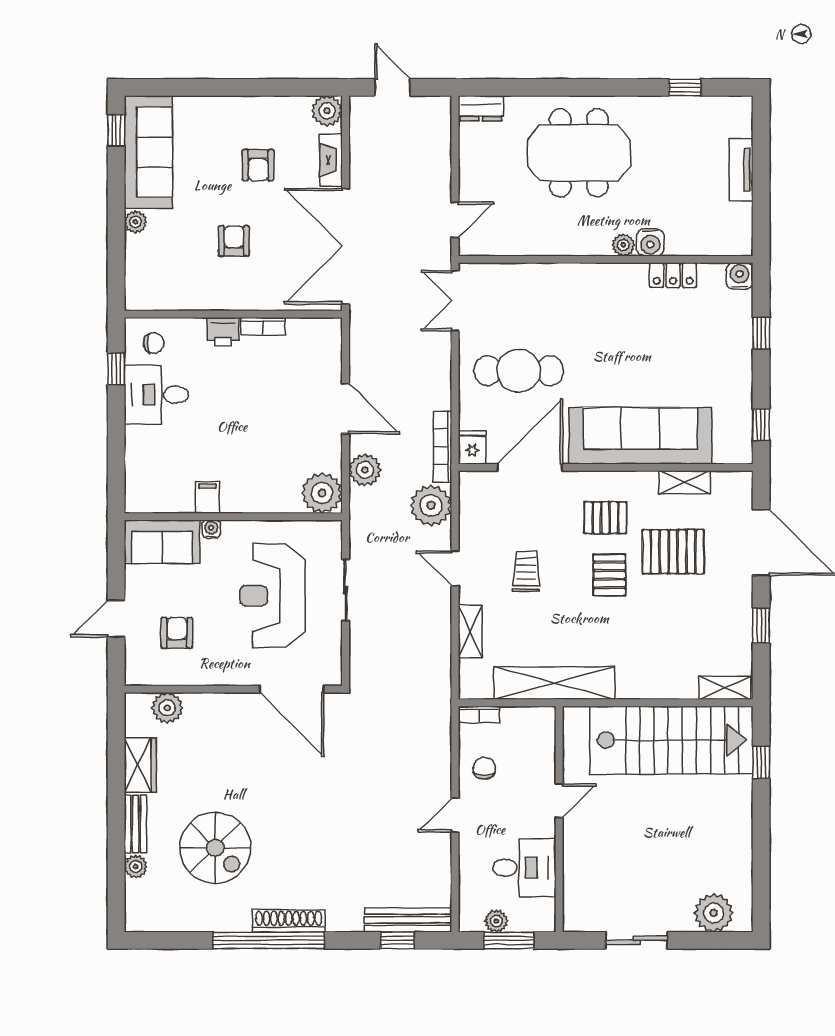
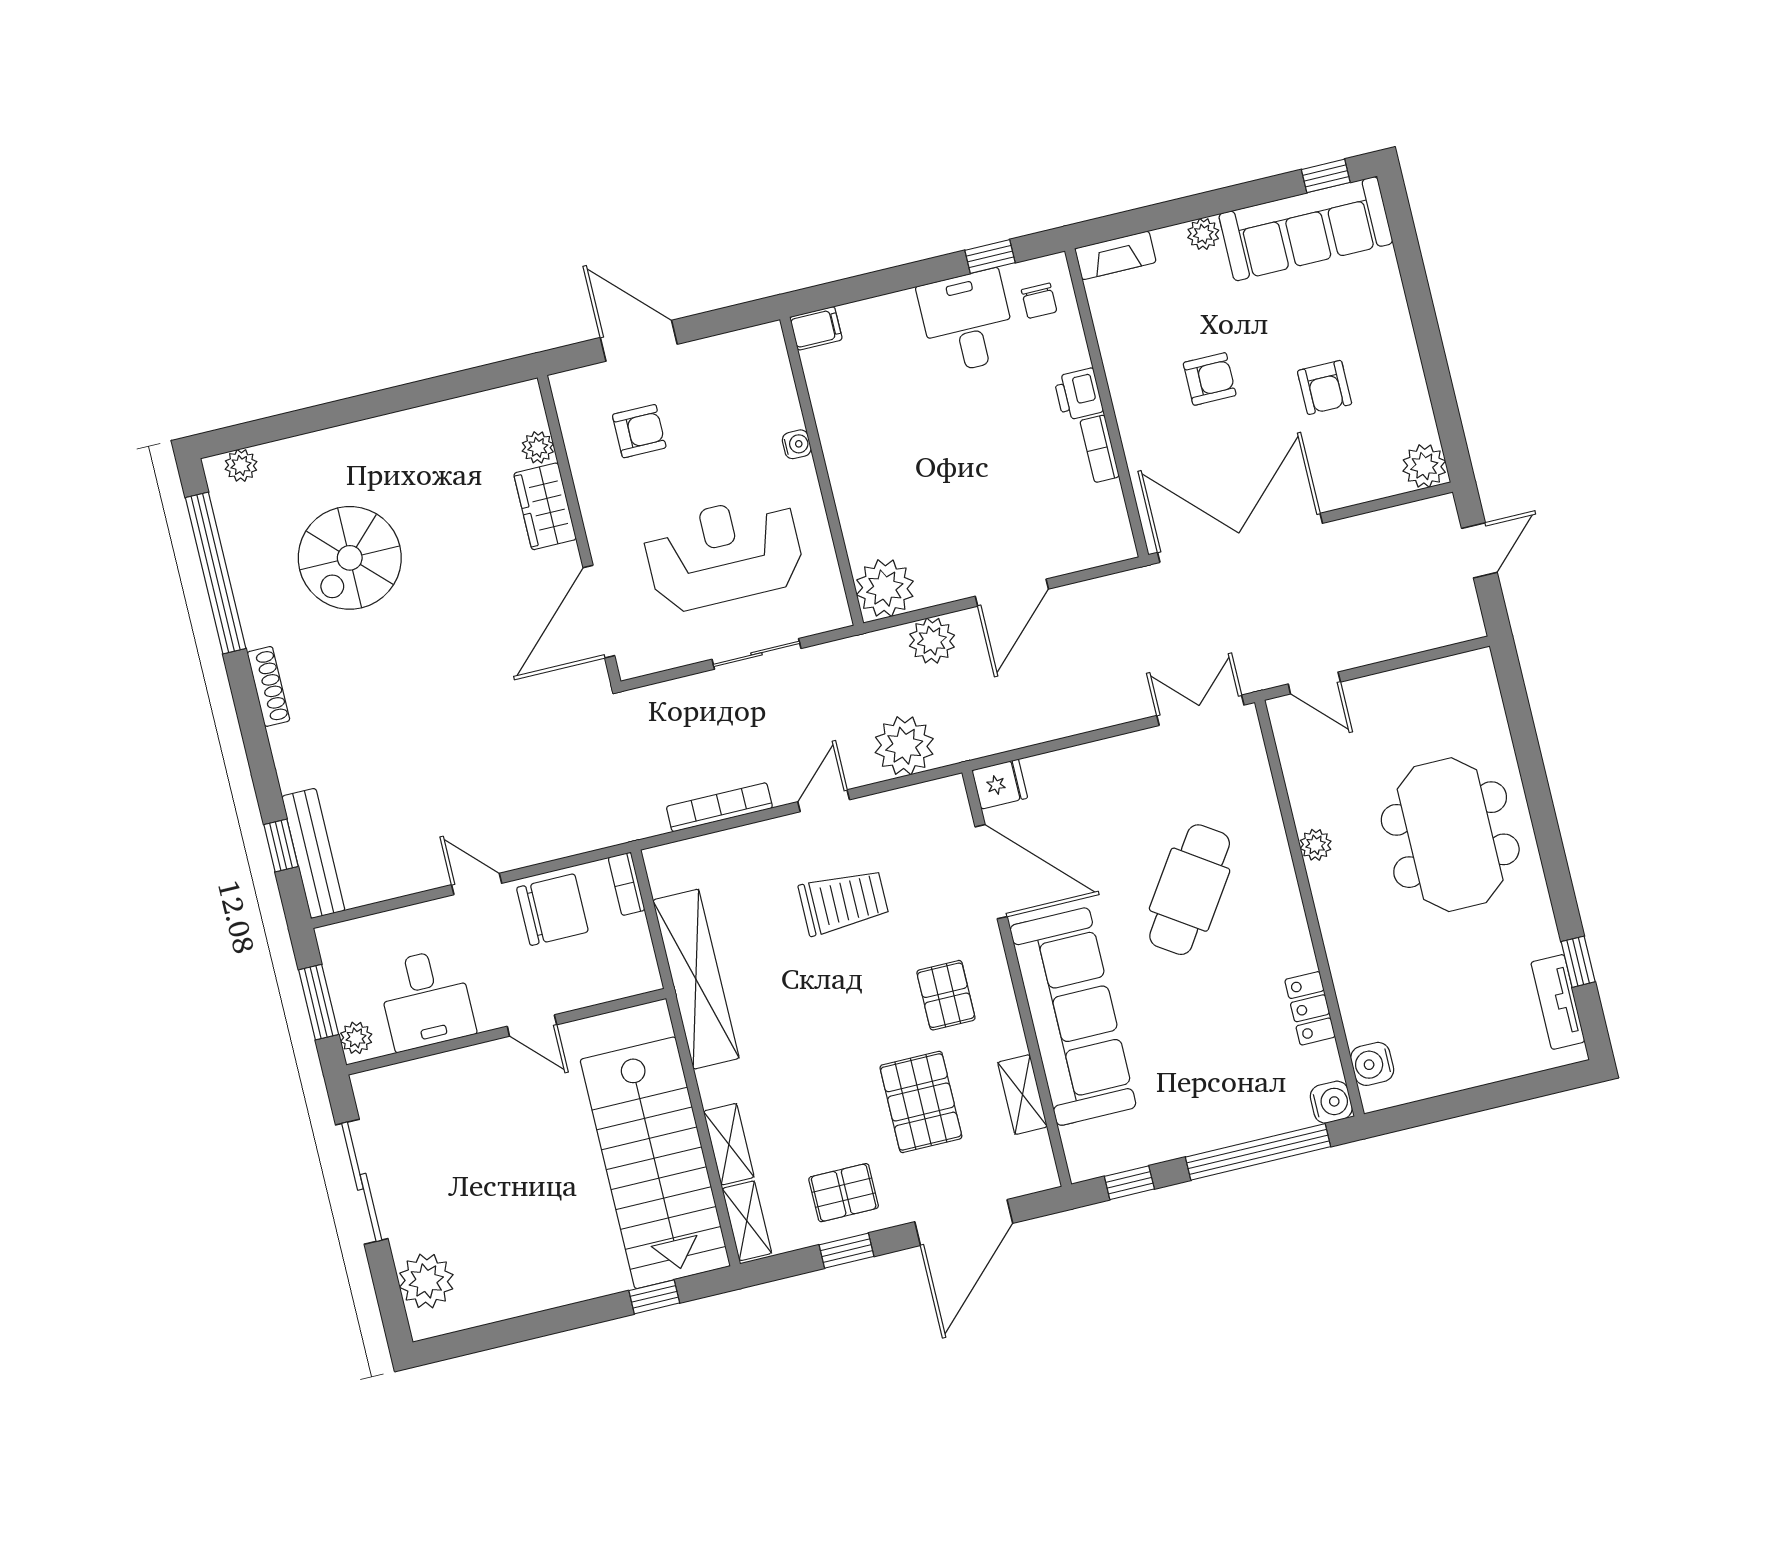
dresser: (481, 108) -> (1480, 682), removed
fireplace: (331, 160) -> (1115, 255), moved, turned 180
armchair: (258, 165) -> (1325, 387), turned -90
tv unit: (741, 170) -> (1558, 1002), moved, turned -90
water cooler: (650, 242) -> (1372, 1064), moved
plant: (623, 245) -> (1316, 845), moved
window: (761, 333) -> (1258, 1152), width x3.17
cafe table: (519, 371) -> (1190, 890), moved, turned 34
bookcase: (443, 447) -> (719, 807), moved
filing cabinet: (208, 497) -> (816, 328), moved
sofa: (162, 542) -> (762, 380), removed
trolley: (526, 571) -> (844, 902), width x1.36, depth x1.39
pallet: (609, 575) -> (844, 1193), moved
door: (116, 619) -> (639, 341), width x1.38
shelving: (470, 631) -> (729, 1144), moved, turned 90
plant: (167, 708) -> (538, 447), width x0.73, depth x0.73
wardrobe: (140, 765) -> (545, 506), moved, turned 90
chair: (484, 768) -> (552, 910), width x1.87, depth x1.87
bench: (135, 824) -> (356, 437), removed
plant: (136, 866) -> (241, 465), moved
shoe rack: (289, 921) -> (268, 686), width x0.74, depth x0.81
plant: (496, 921) -> (356, 1038), moved
window: (269, 940) -> (216, 573), moved
sliding door: (637, 940) -> (362, 1182), width x1.37

